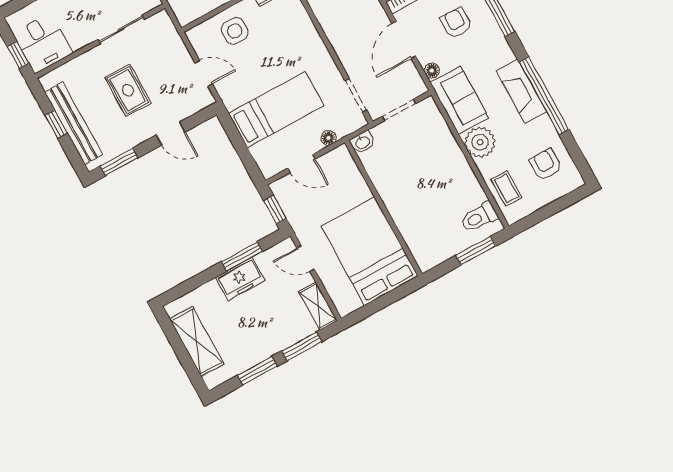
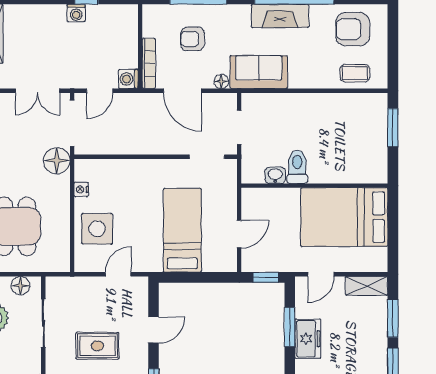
side table: (235, 31) -> (97, 229), width x1.37, depth x1.37
floor lamp: (328, 138) -> (230, 199), removed
washbasin: (363, 142) -> (275, 175), moved, turned -90
plant: (480, 142) -> (304, 74), removed
armchair: (546, 164) -> (353, 29), width x1.38, depth x1.38
toilet: (479, 217) -> (297, 167), moved, turned 180

